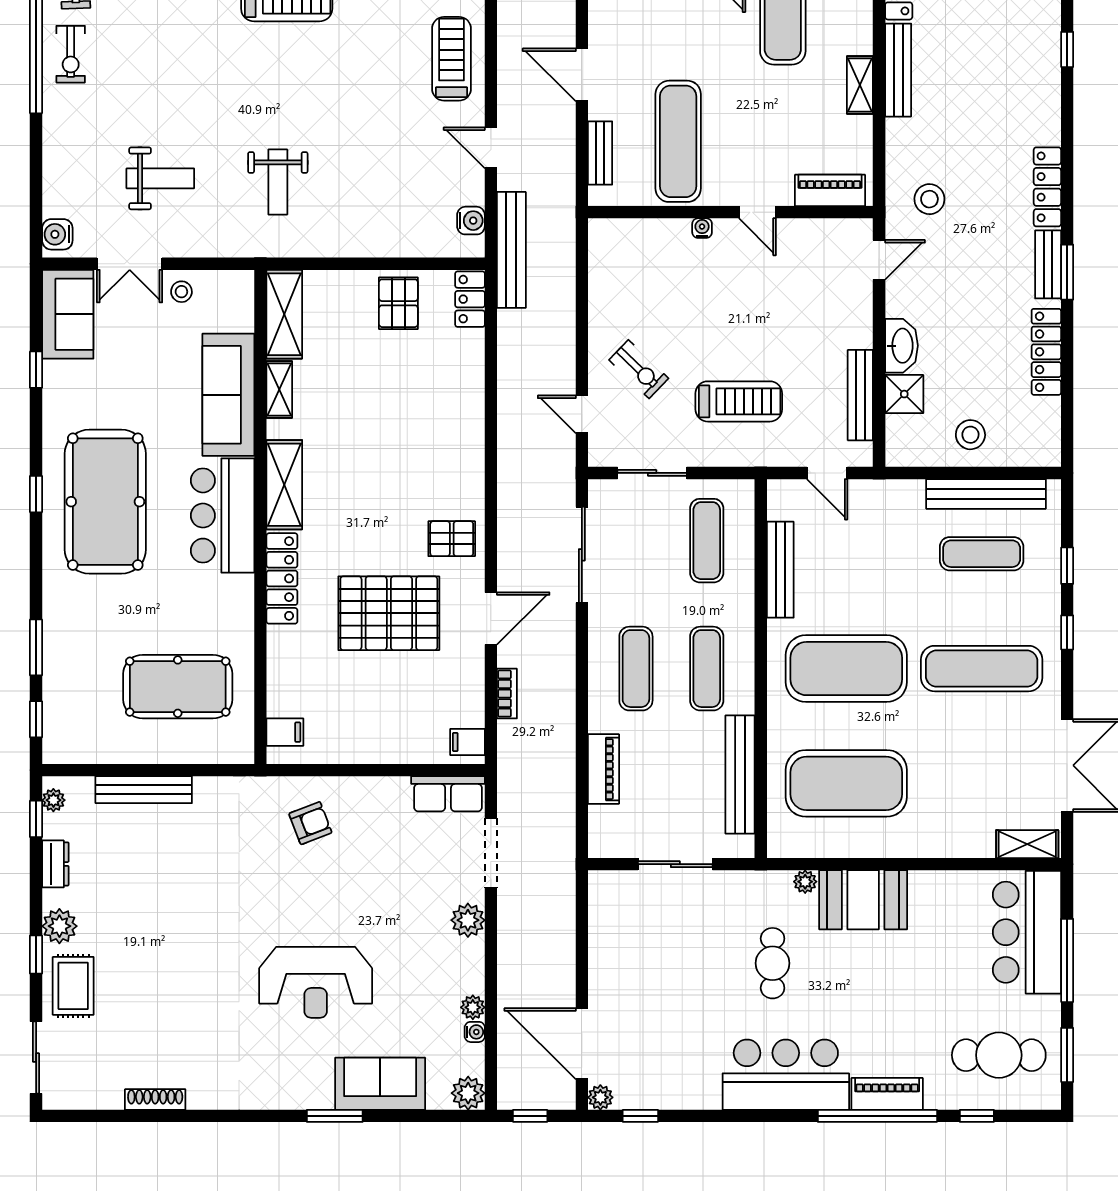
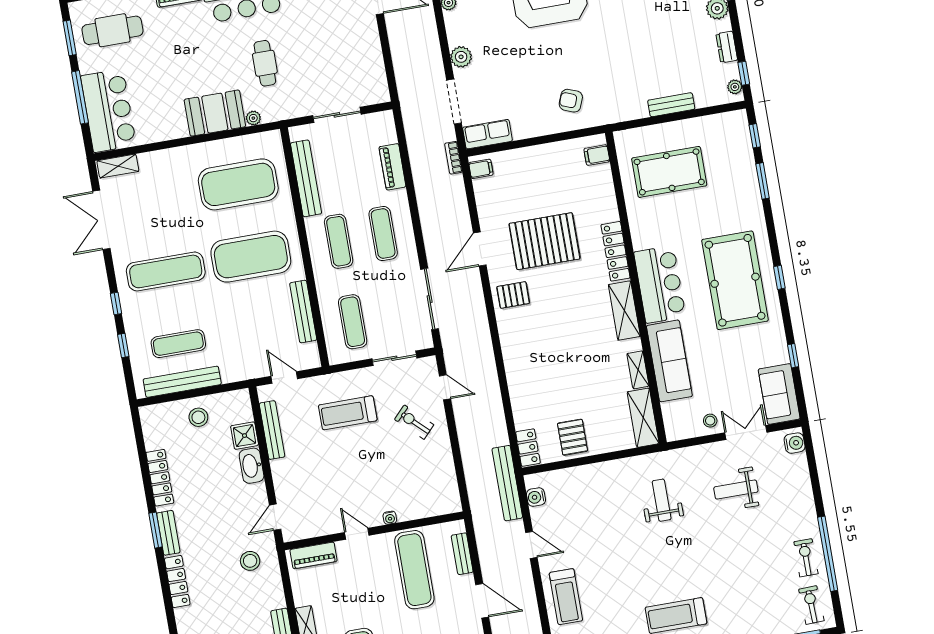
bookcase: (507, 694) -> (453, 158), moved
bench: (144, 790) -> (671, 105), width x0.73
armchair: (310, 823) -> (571, 101), turned 42

